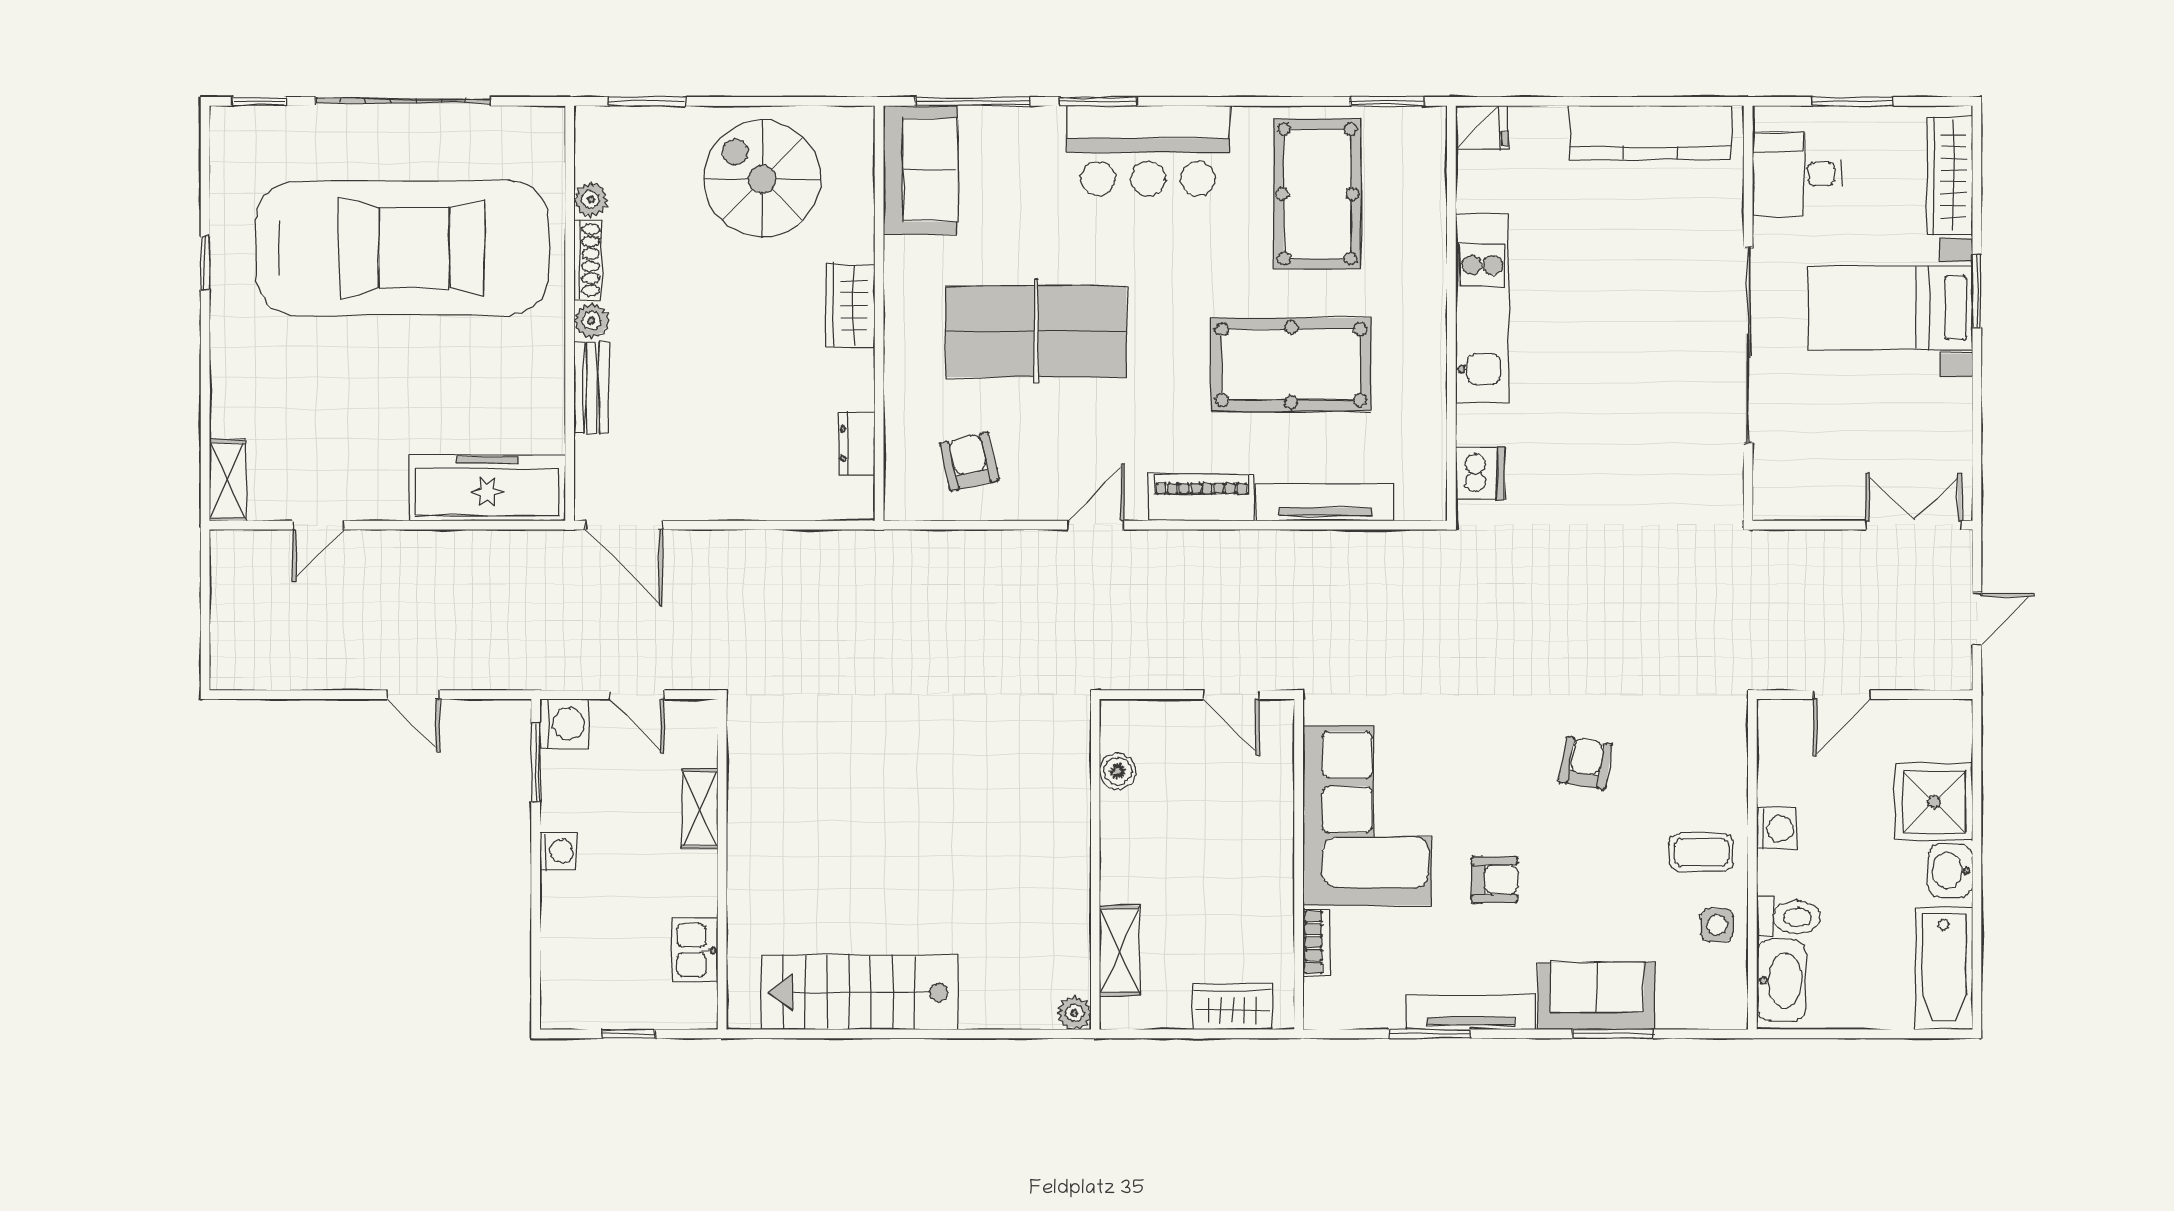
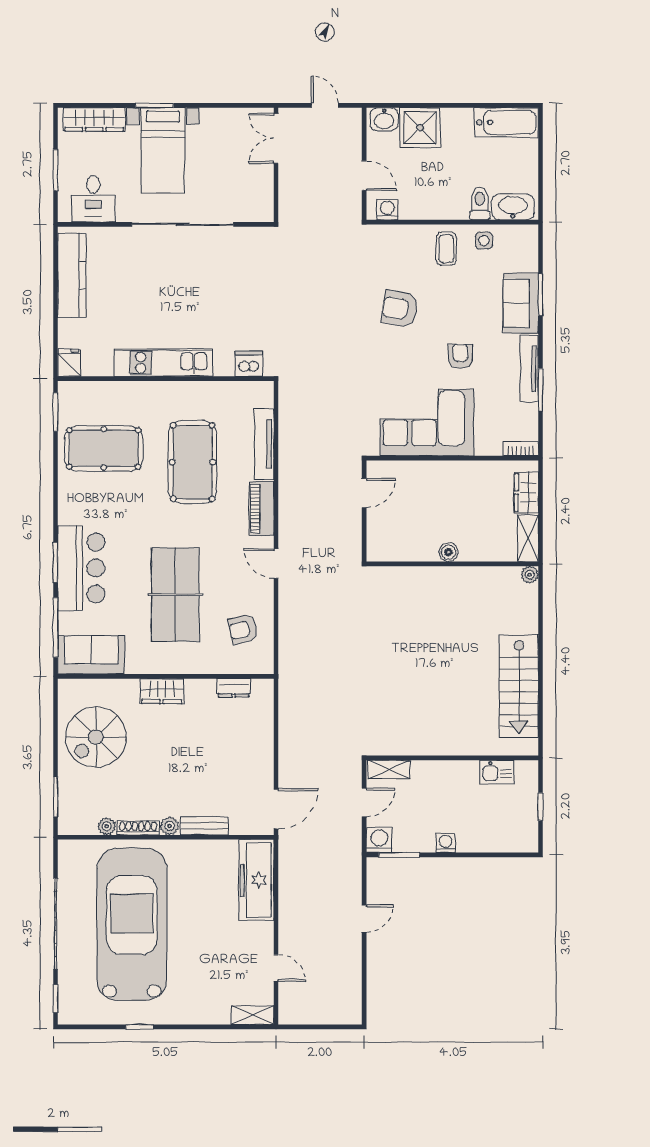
bar counter: (1148, 151) -> (81, 568), moved
armchair: (1586, 763) -> (400, 309), width x1.38, depth x1.38
boiler: (1118, 771) -> (449, 552), moved
shelving: (700, 809) -> (389, 769), moved
washing machine: (1777, 829) -> (387, 209), moved
washbasin: (1950, 871) -> (384, 119), moved
bookcase: (1316, 942) -> (521, 449), moved
shelving: (1120, 951) -> (528, 538), moved, turned 90

